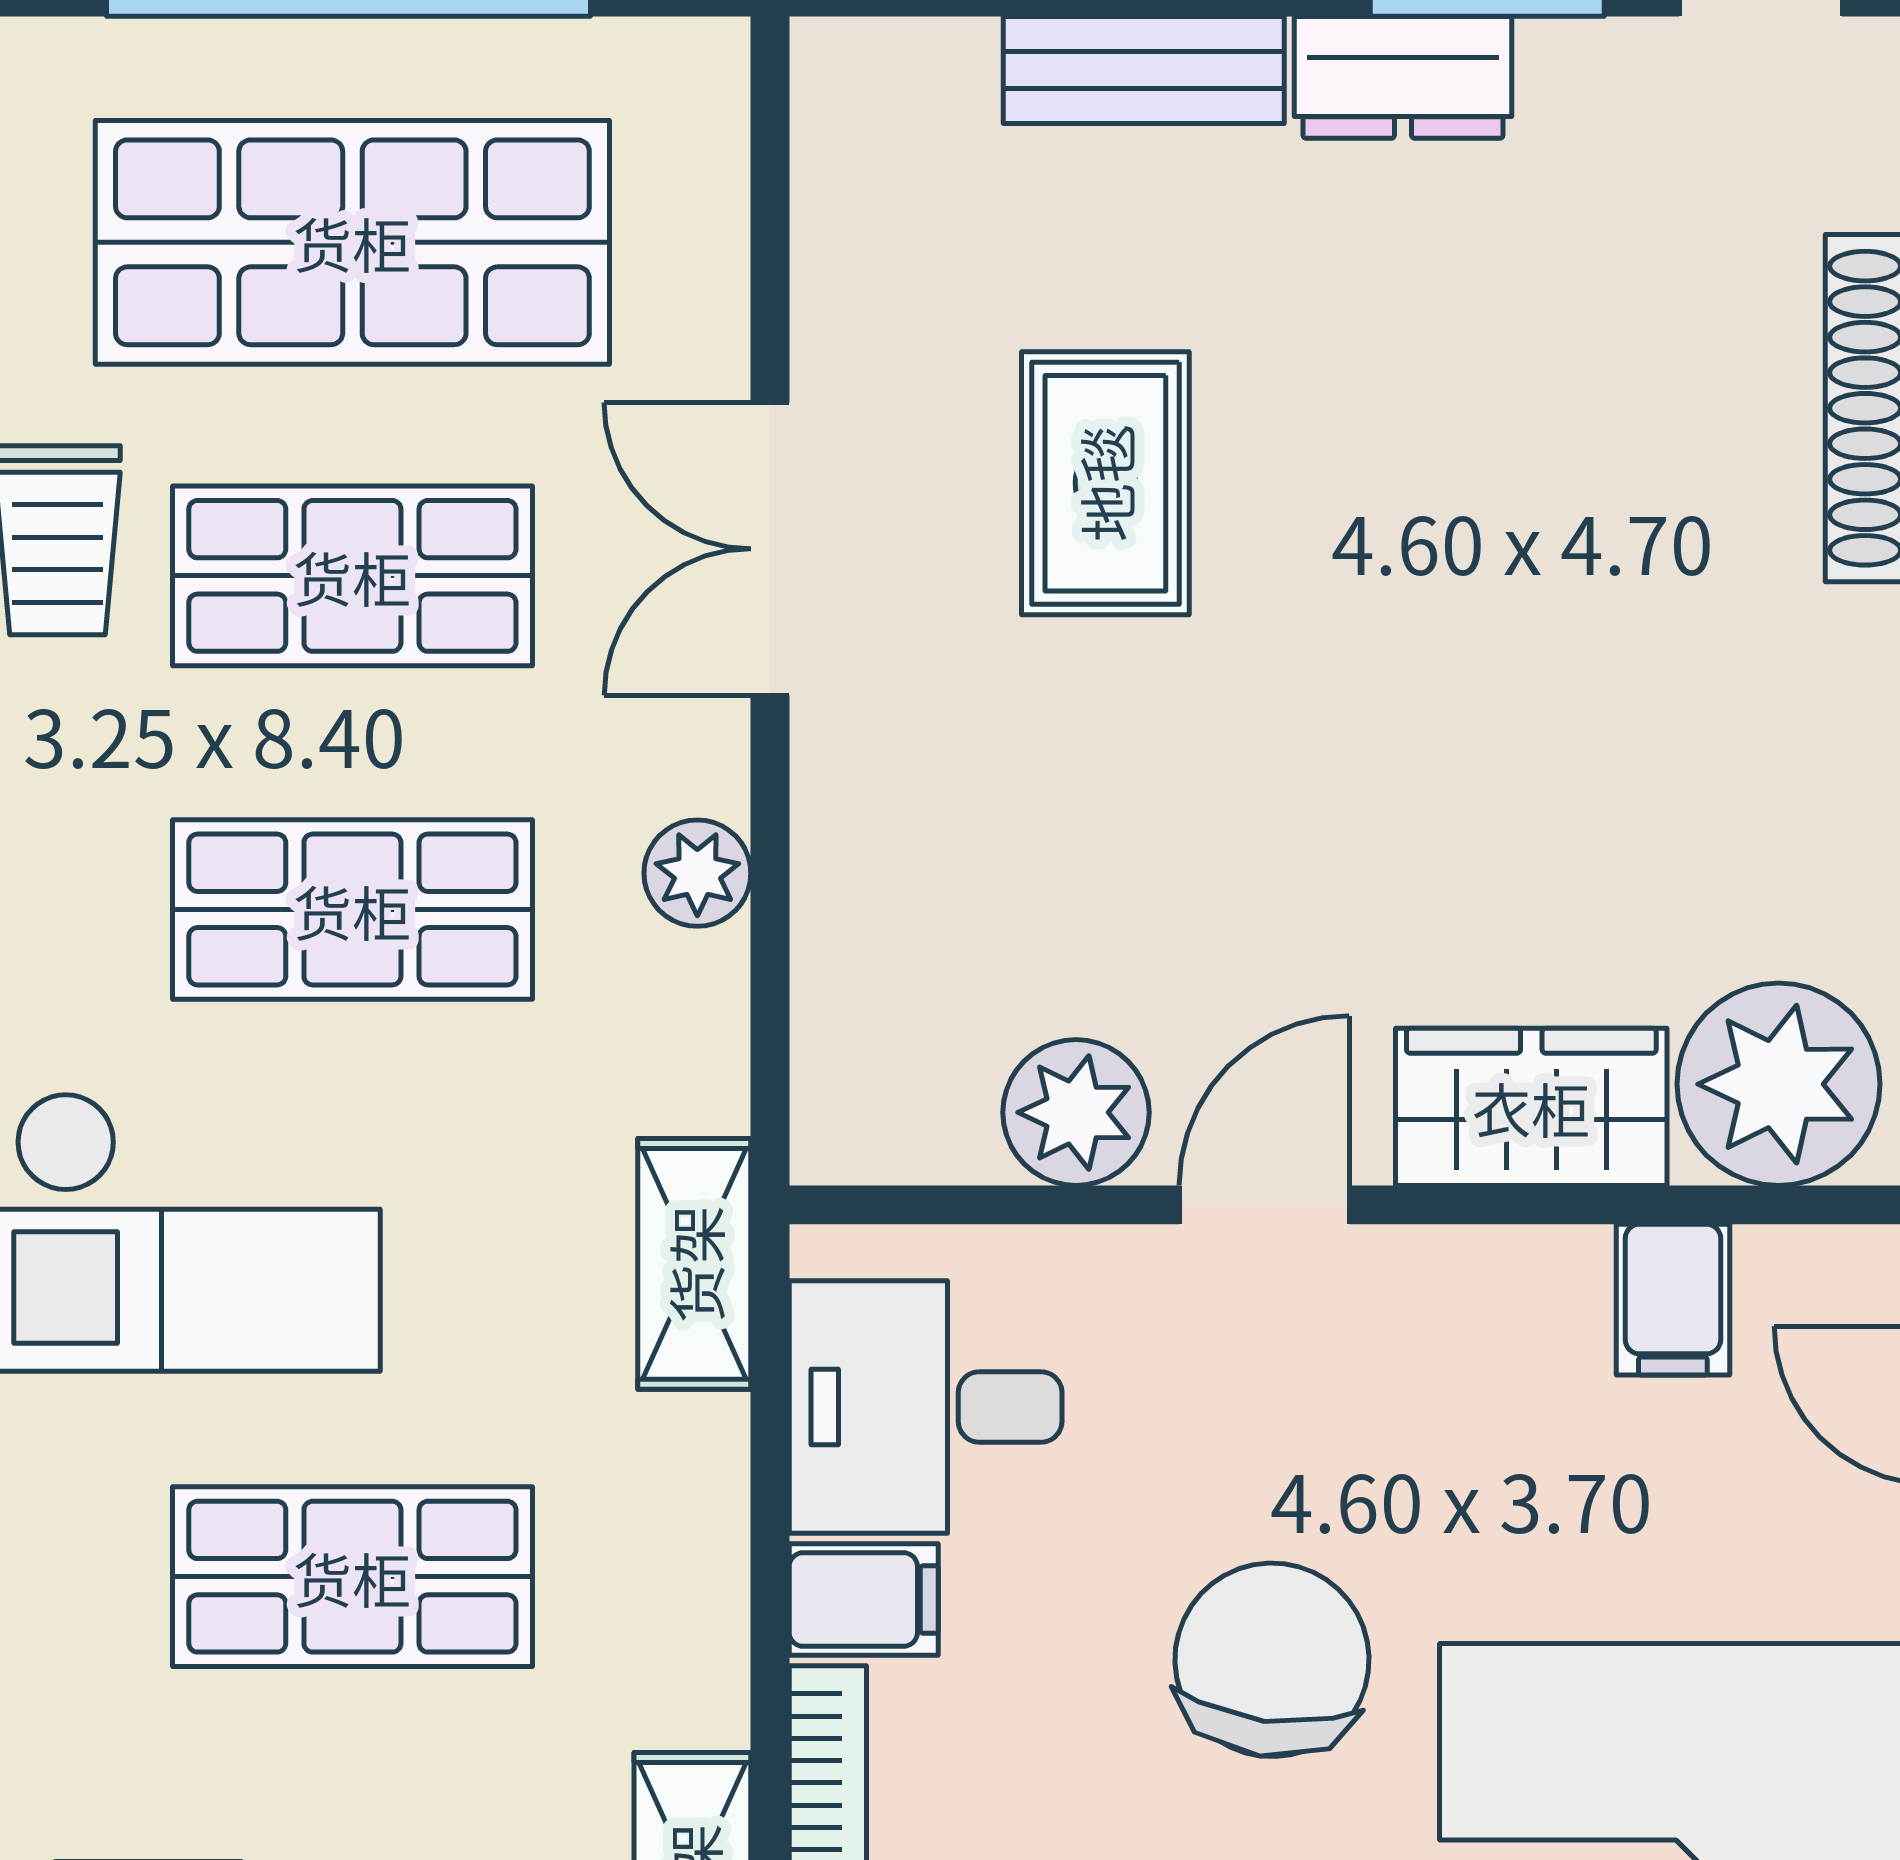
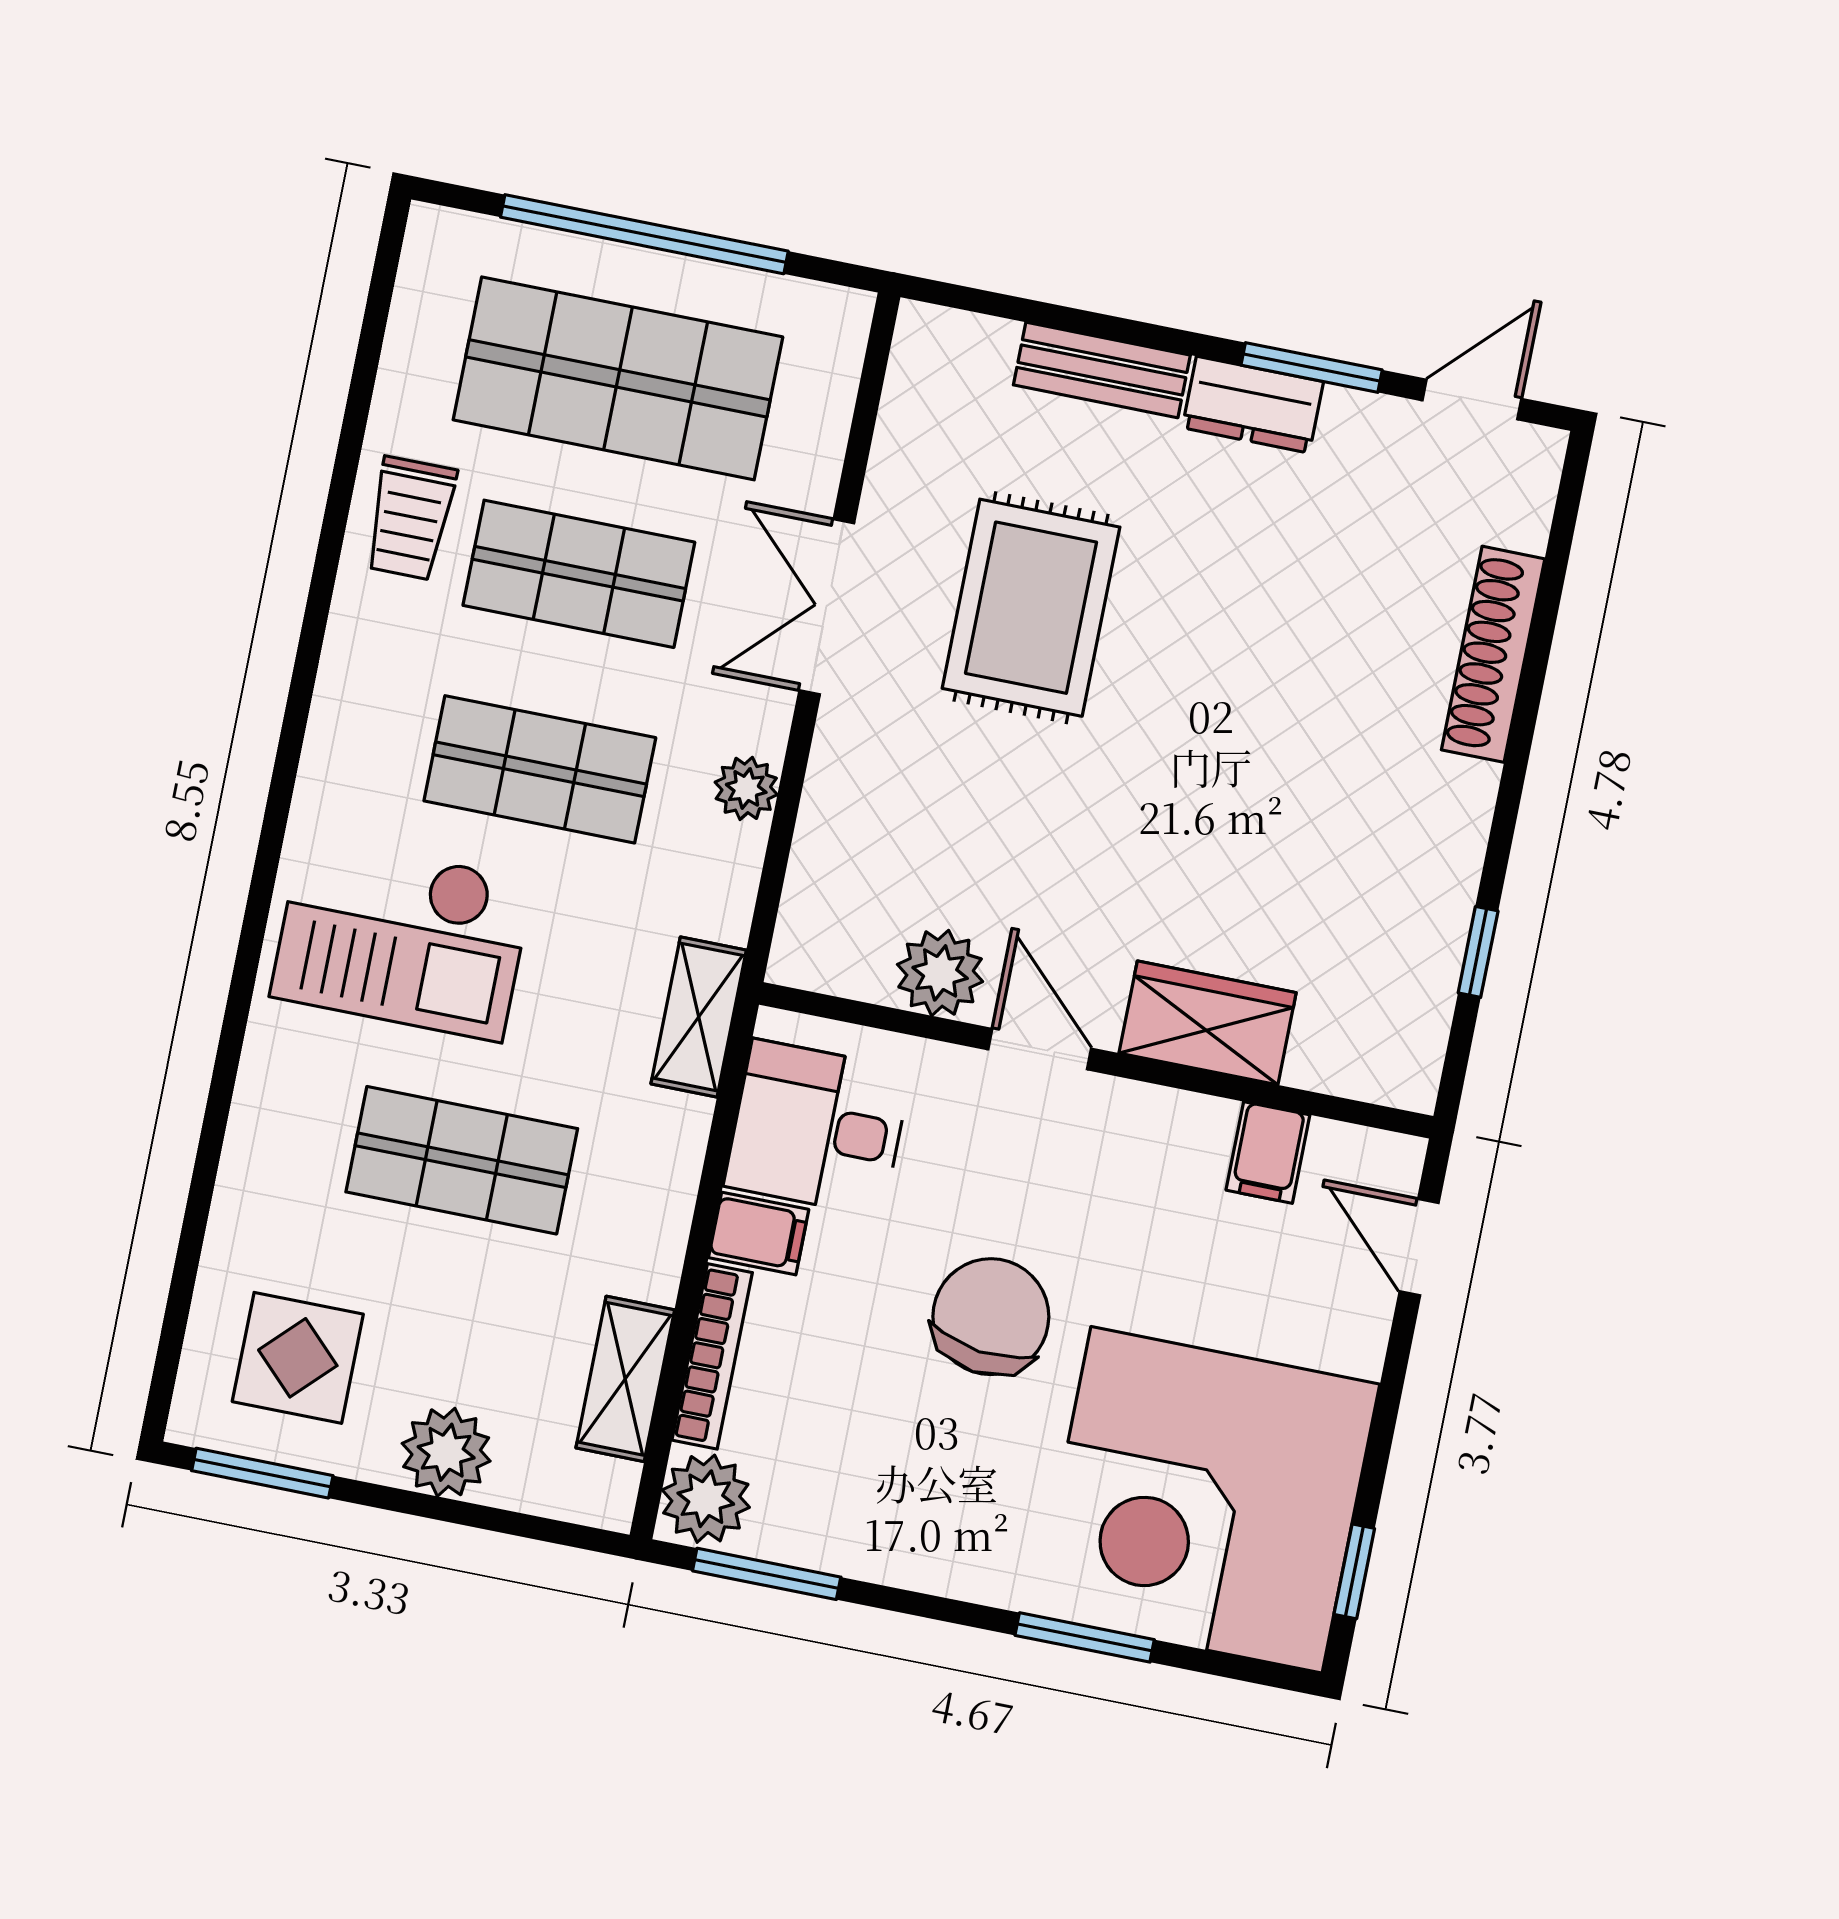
rug: (1105, 483) -> (1031, 608), width x1.36, depth x1.43
plant: (1779, 1084) -> (1355, 1039), removed
door: (1264, 1205) -> (1040, 1049), hinge flipped

